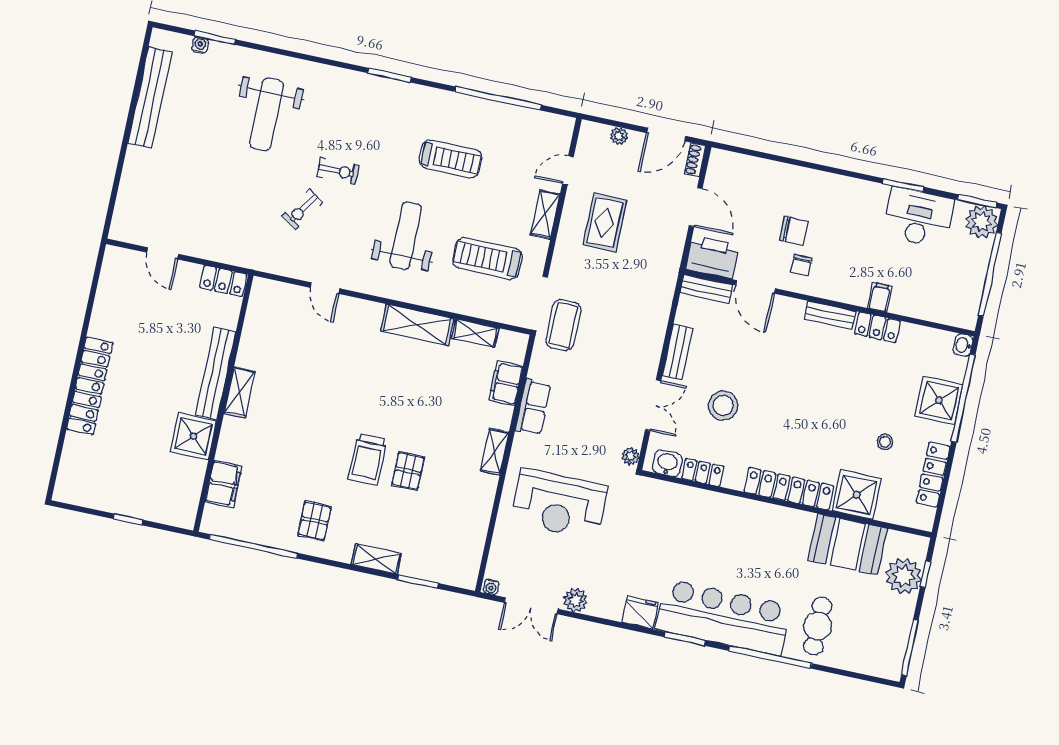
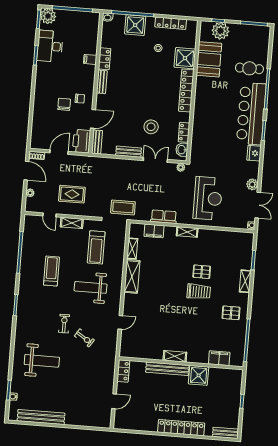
bench: (67, 476) -> (225, 433), added

